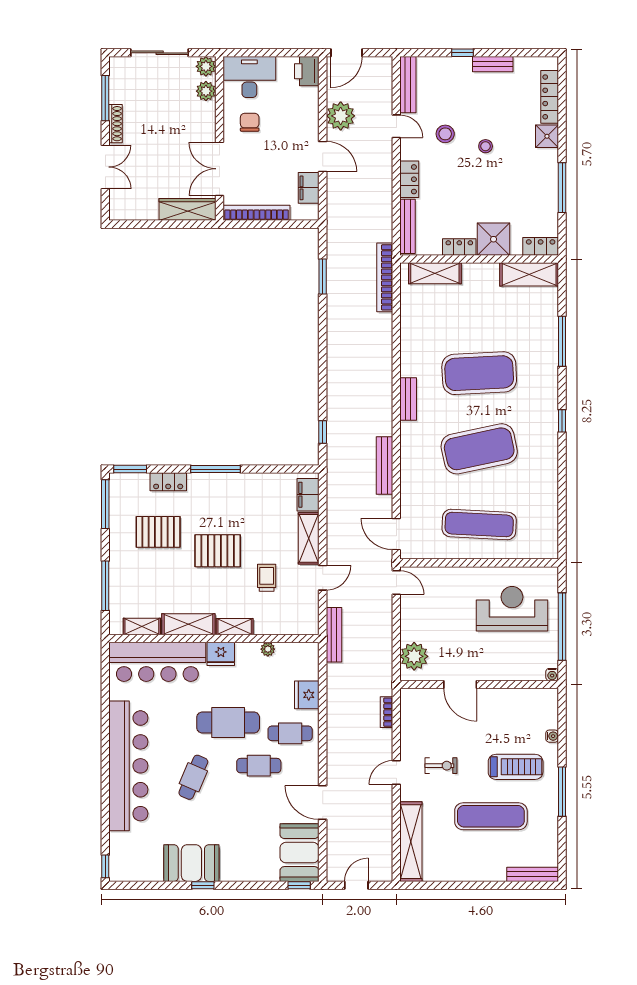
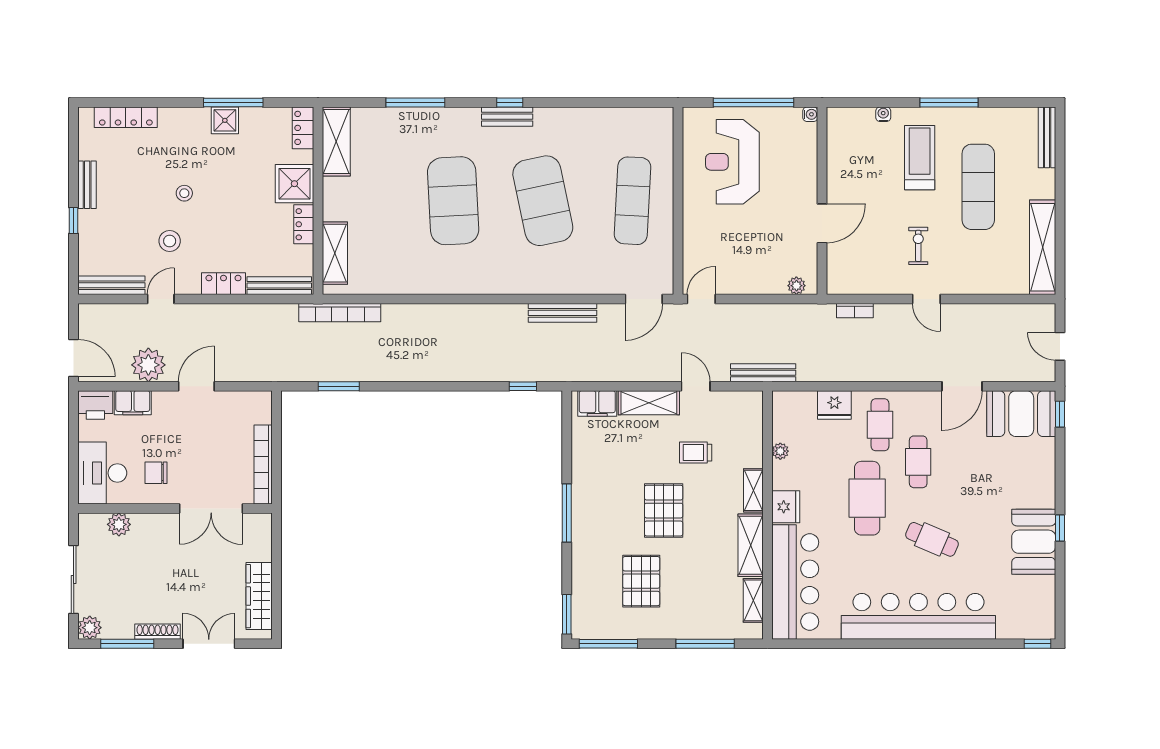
plant: (206, 66) -> (90, 628), moved
shower: (547, 136) -> (225, 120), moved
filing cabinet: (309, 188) -> (133, 403), moved
wardrobe: (187, 209) -> (259, 596), moved
bench: (408, 399) -> (507, 117), moved
locker: (168, 482) -> (582, 569), removed
plant: (414, 656) -> (796, 286), width x0.53, depth x0.53
shelving: (411, 842) -> (1043, 247), moved, turned 90

